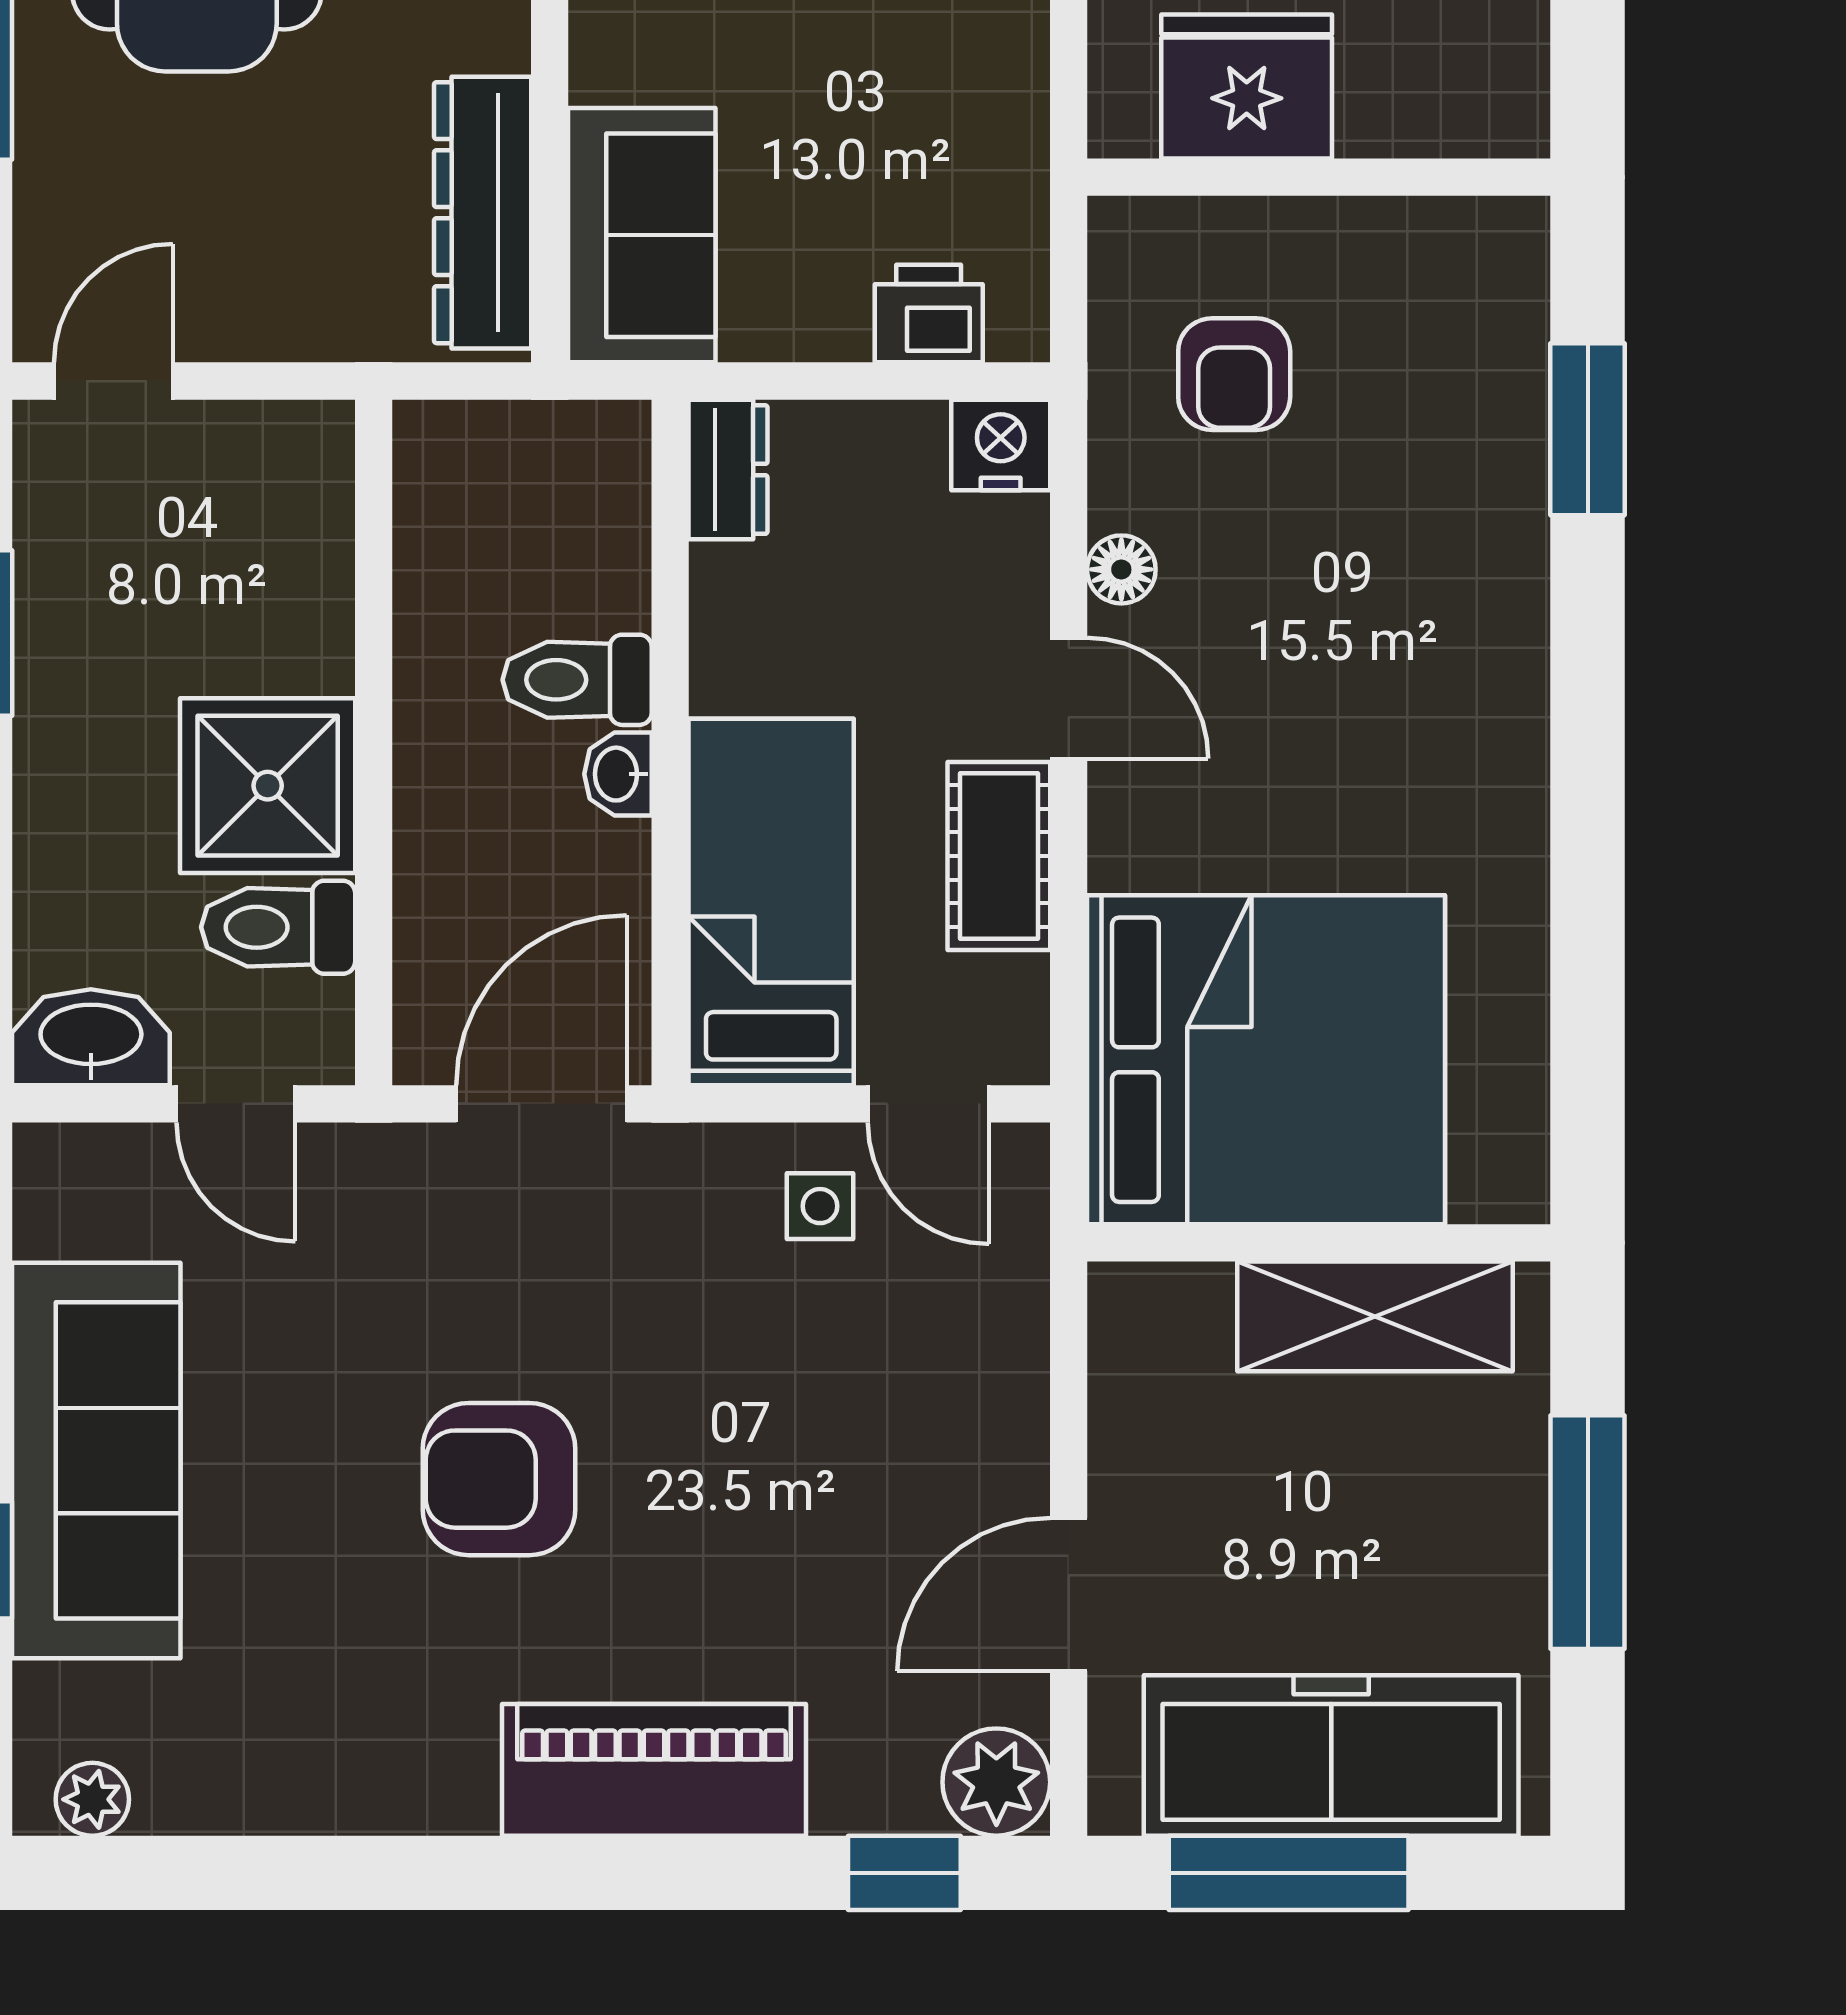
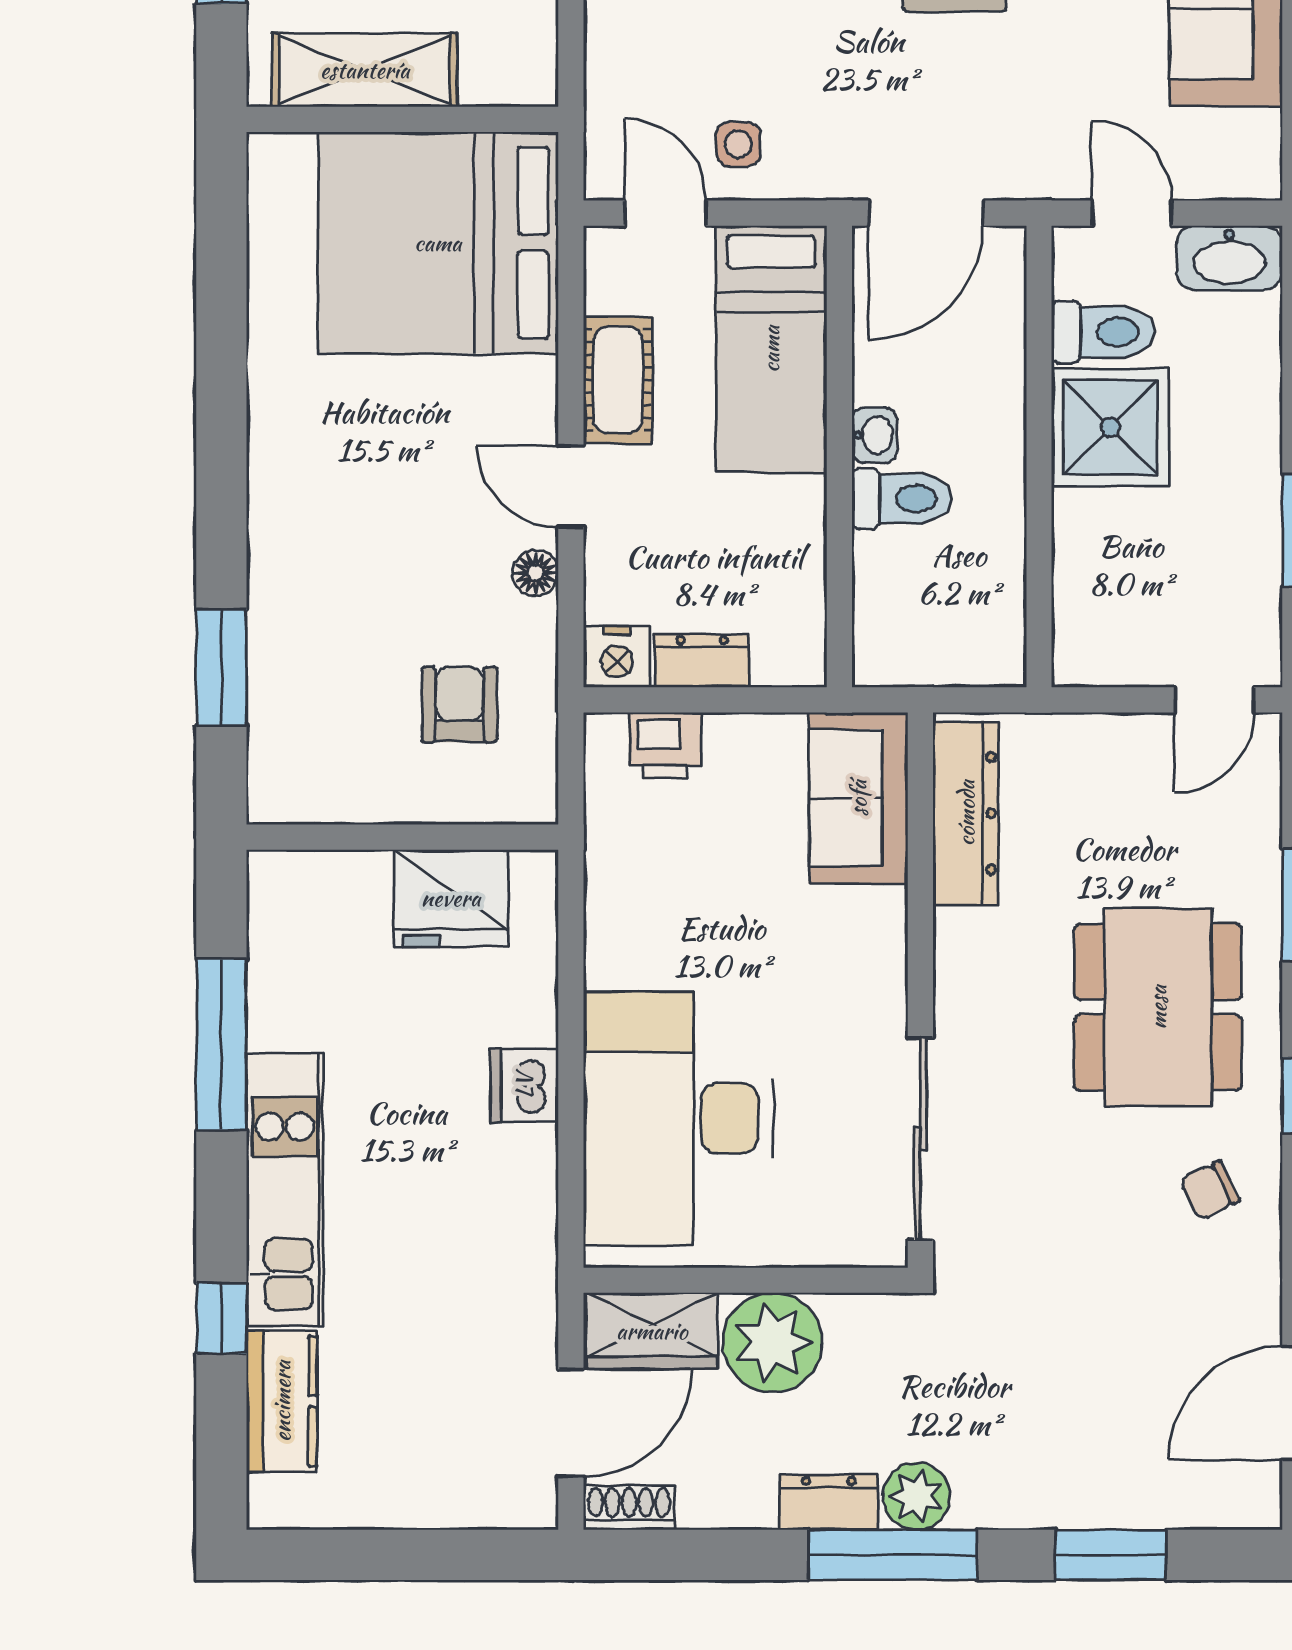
dresser: (728, 470) -> (702, 661), moved, turned 90

